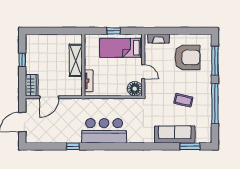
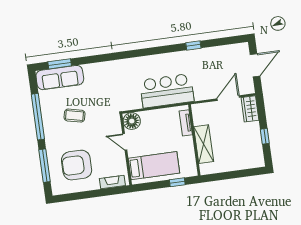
window: (114, 31) -> (177, 182), moved
bar counter: (104, 131) -> (167, 91), moved, turned 180
sofa: (175, 135) -> (60, 78), moved

